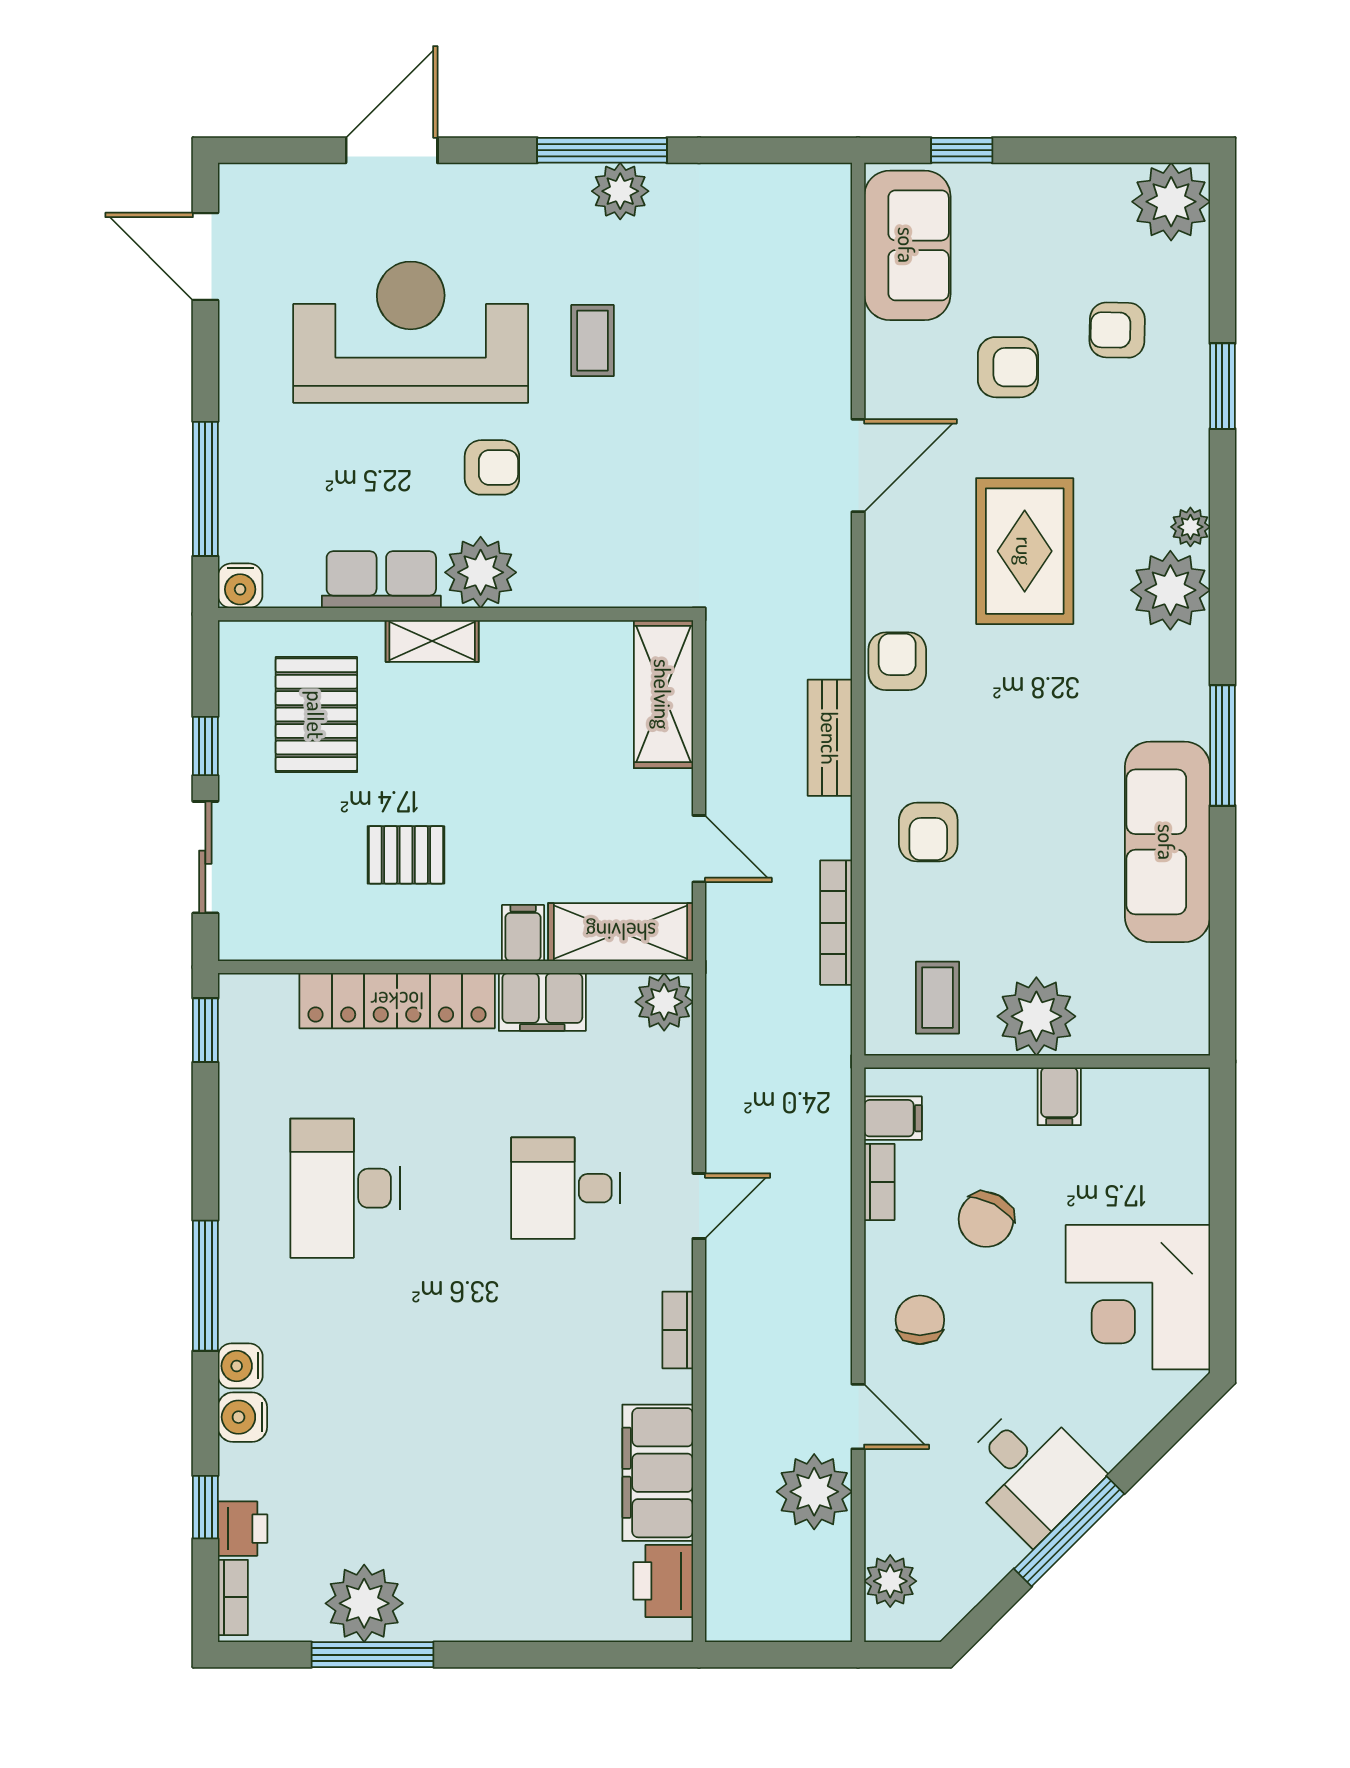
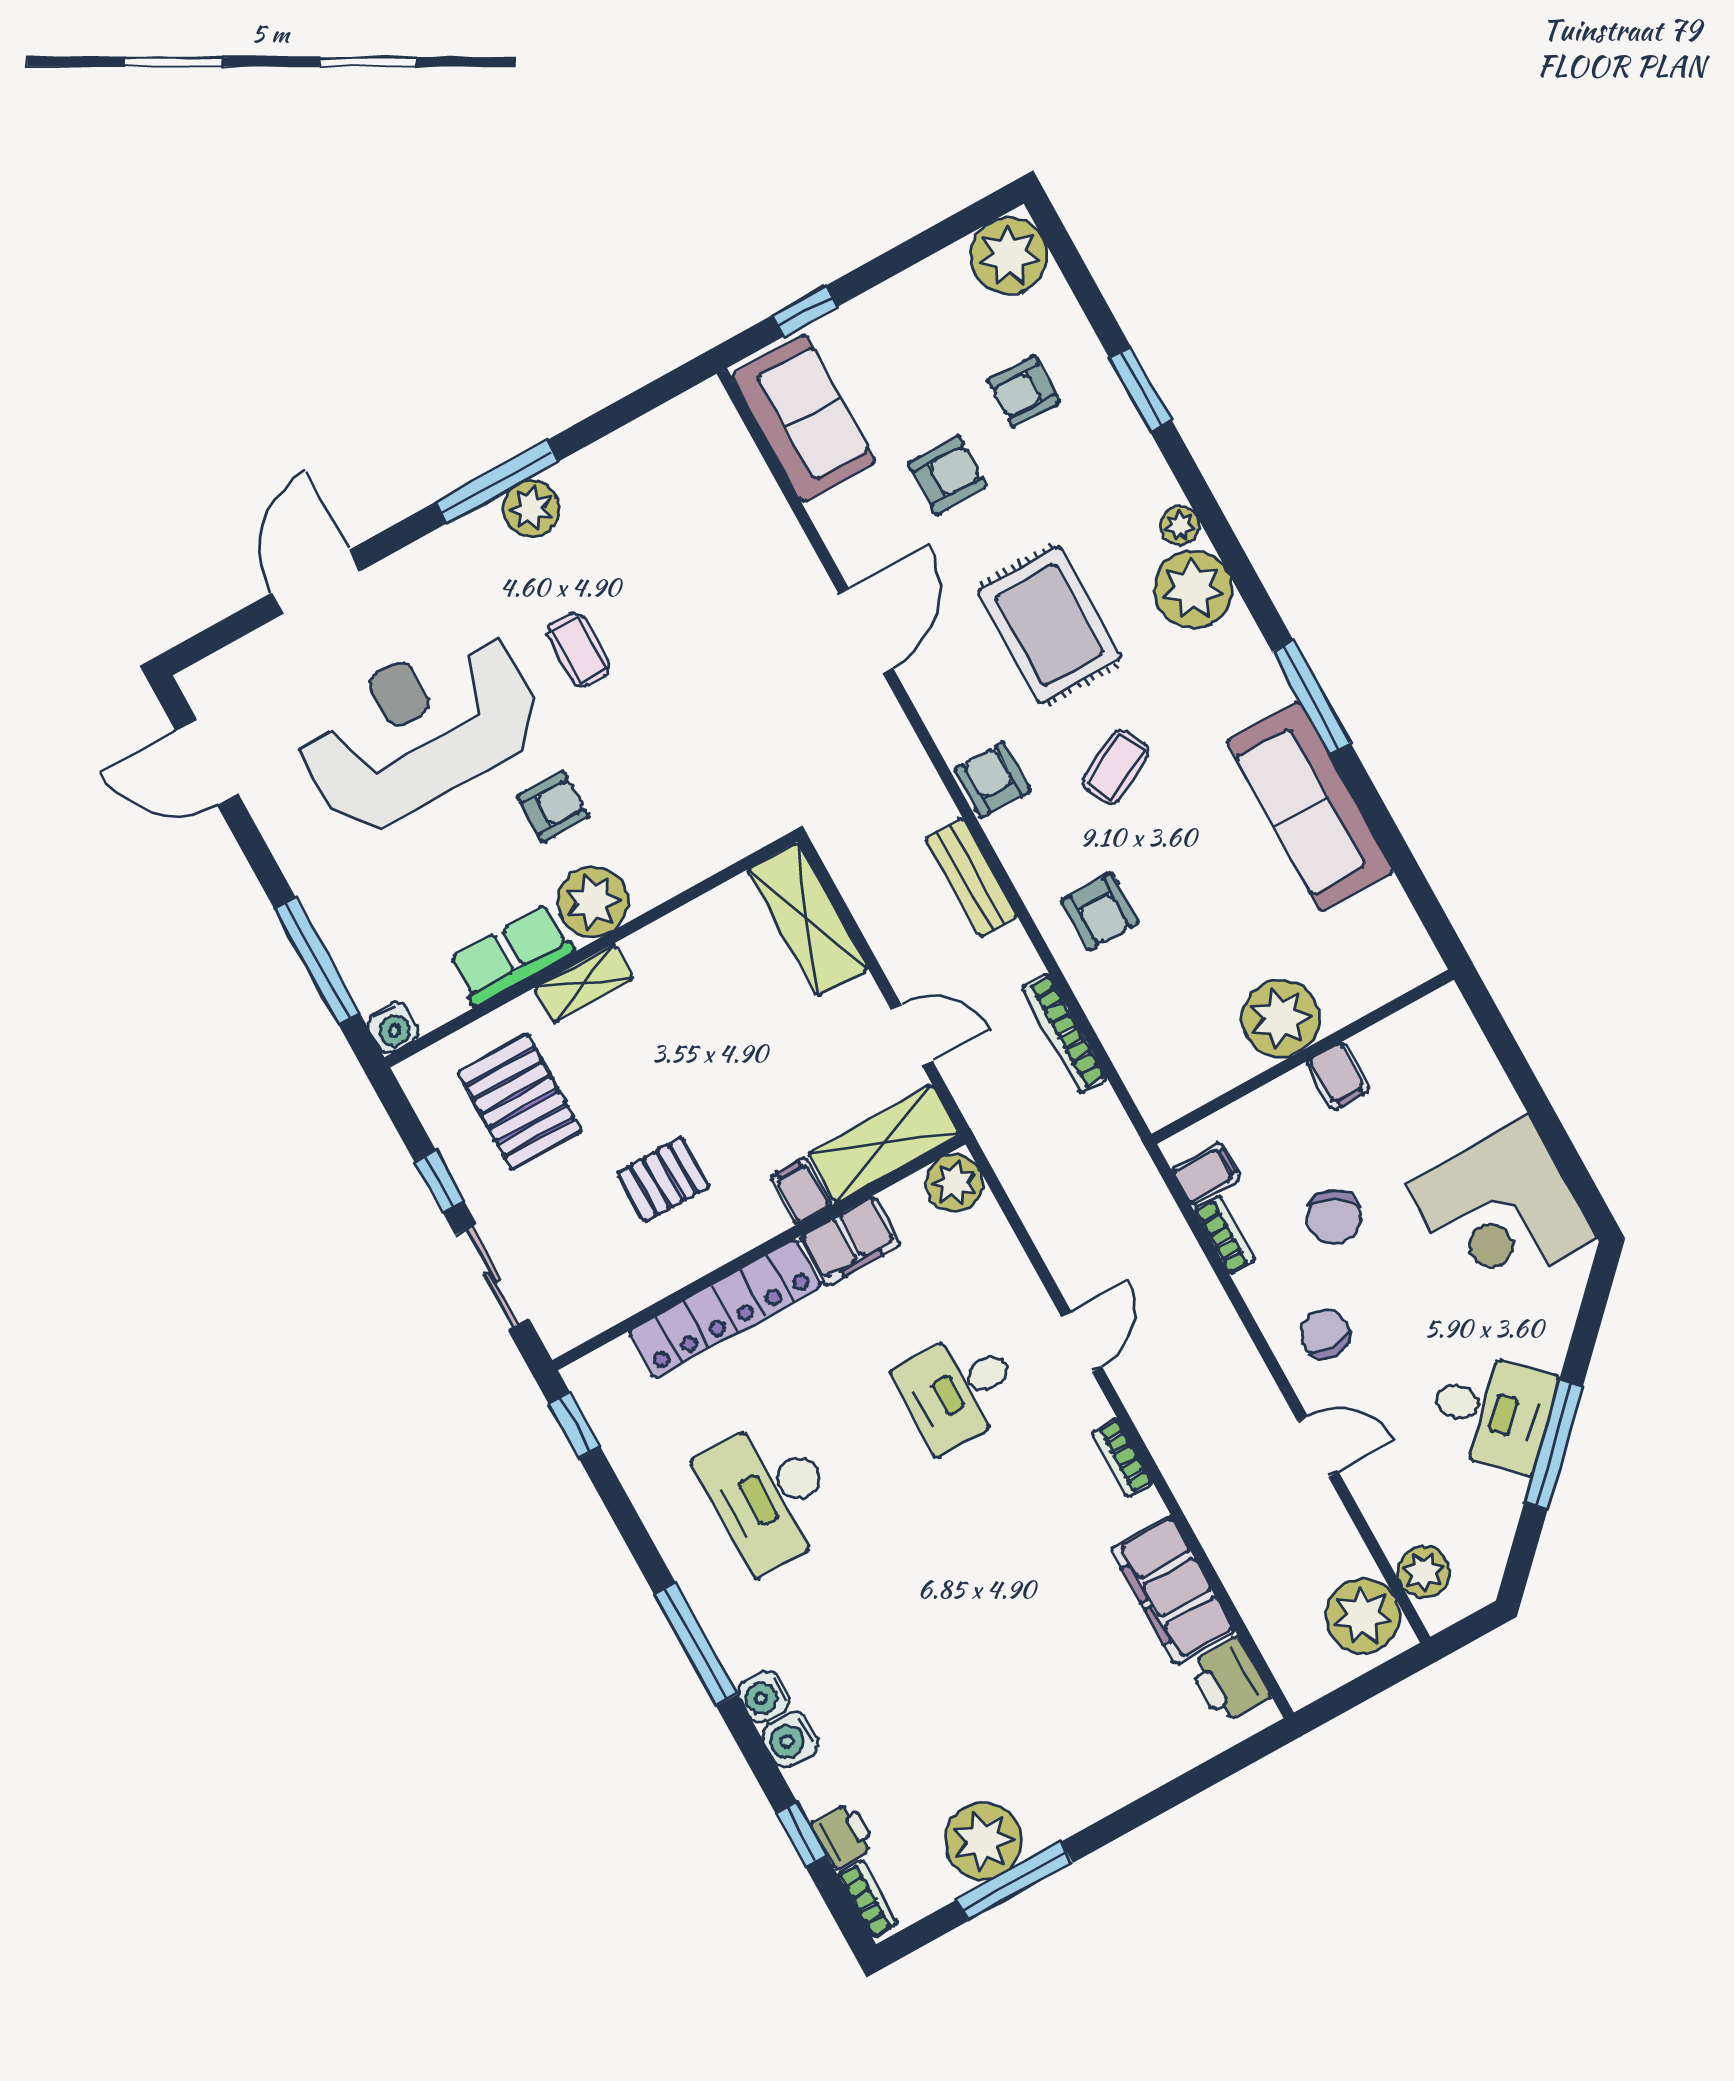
coffee table: (937, 998) -> (1116, 767), moved, turned 63
plant: (814, 1492) -> (1363, 1616), moved

